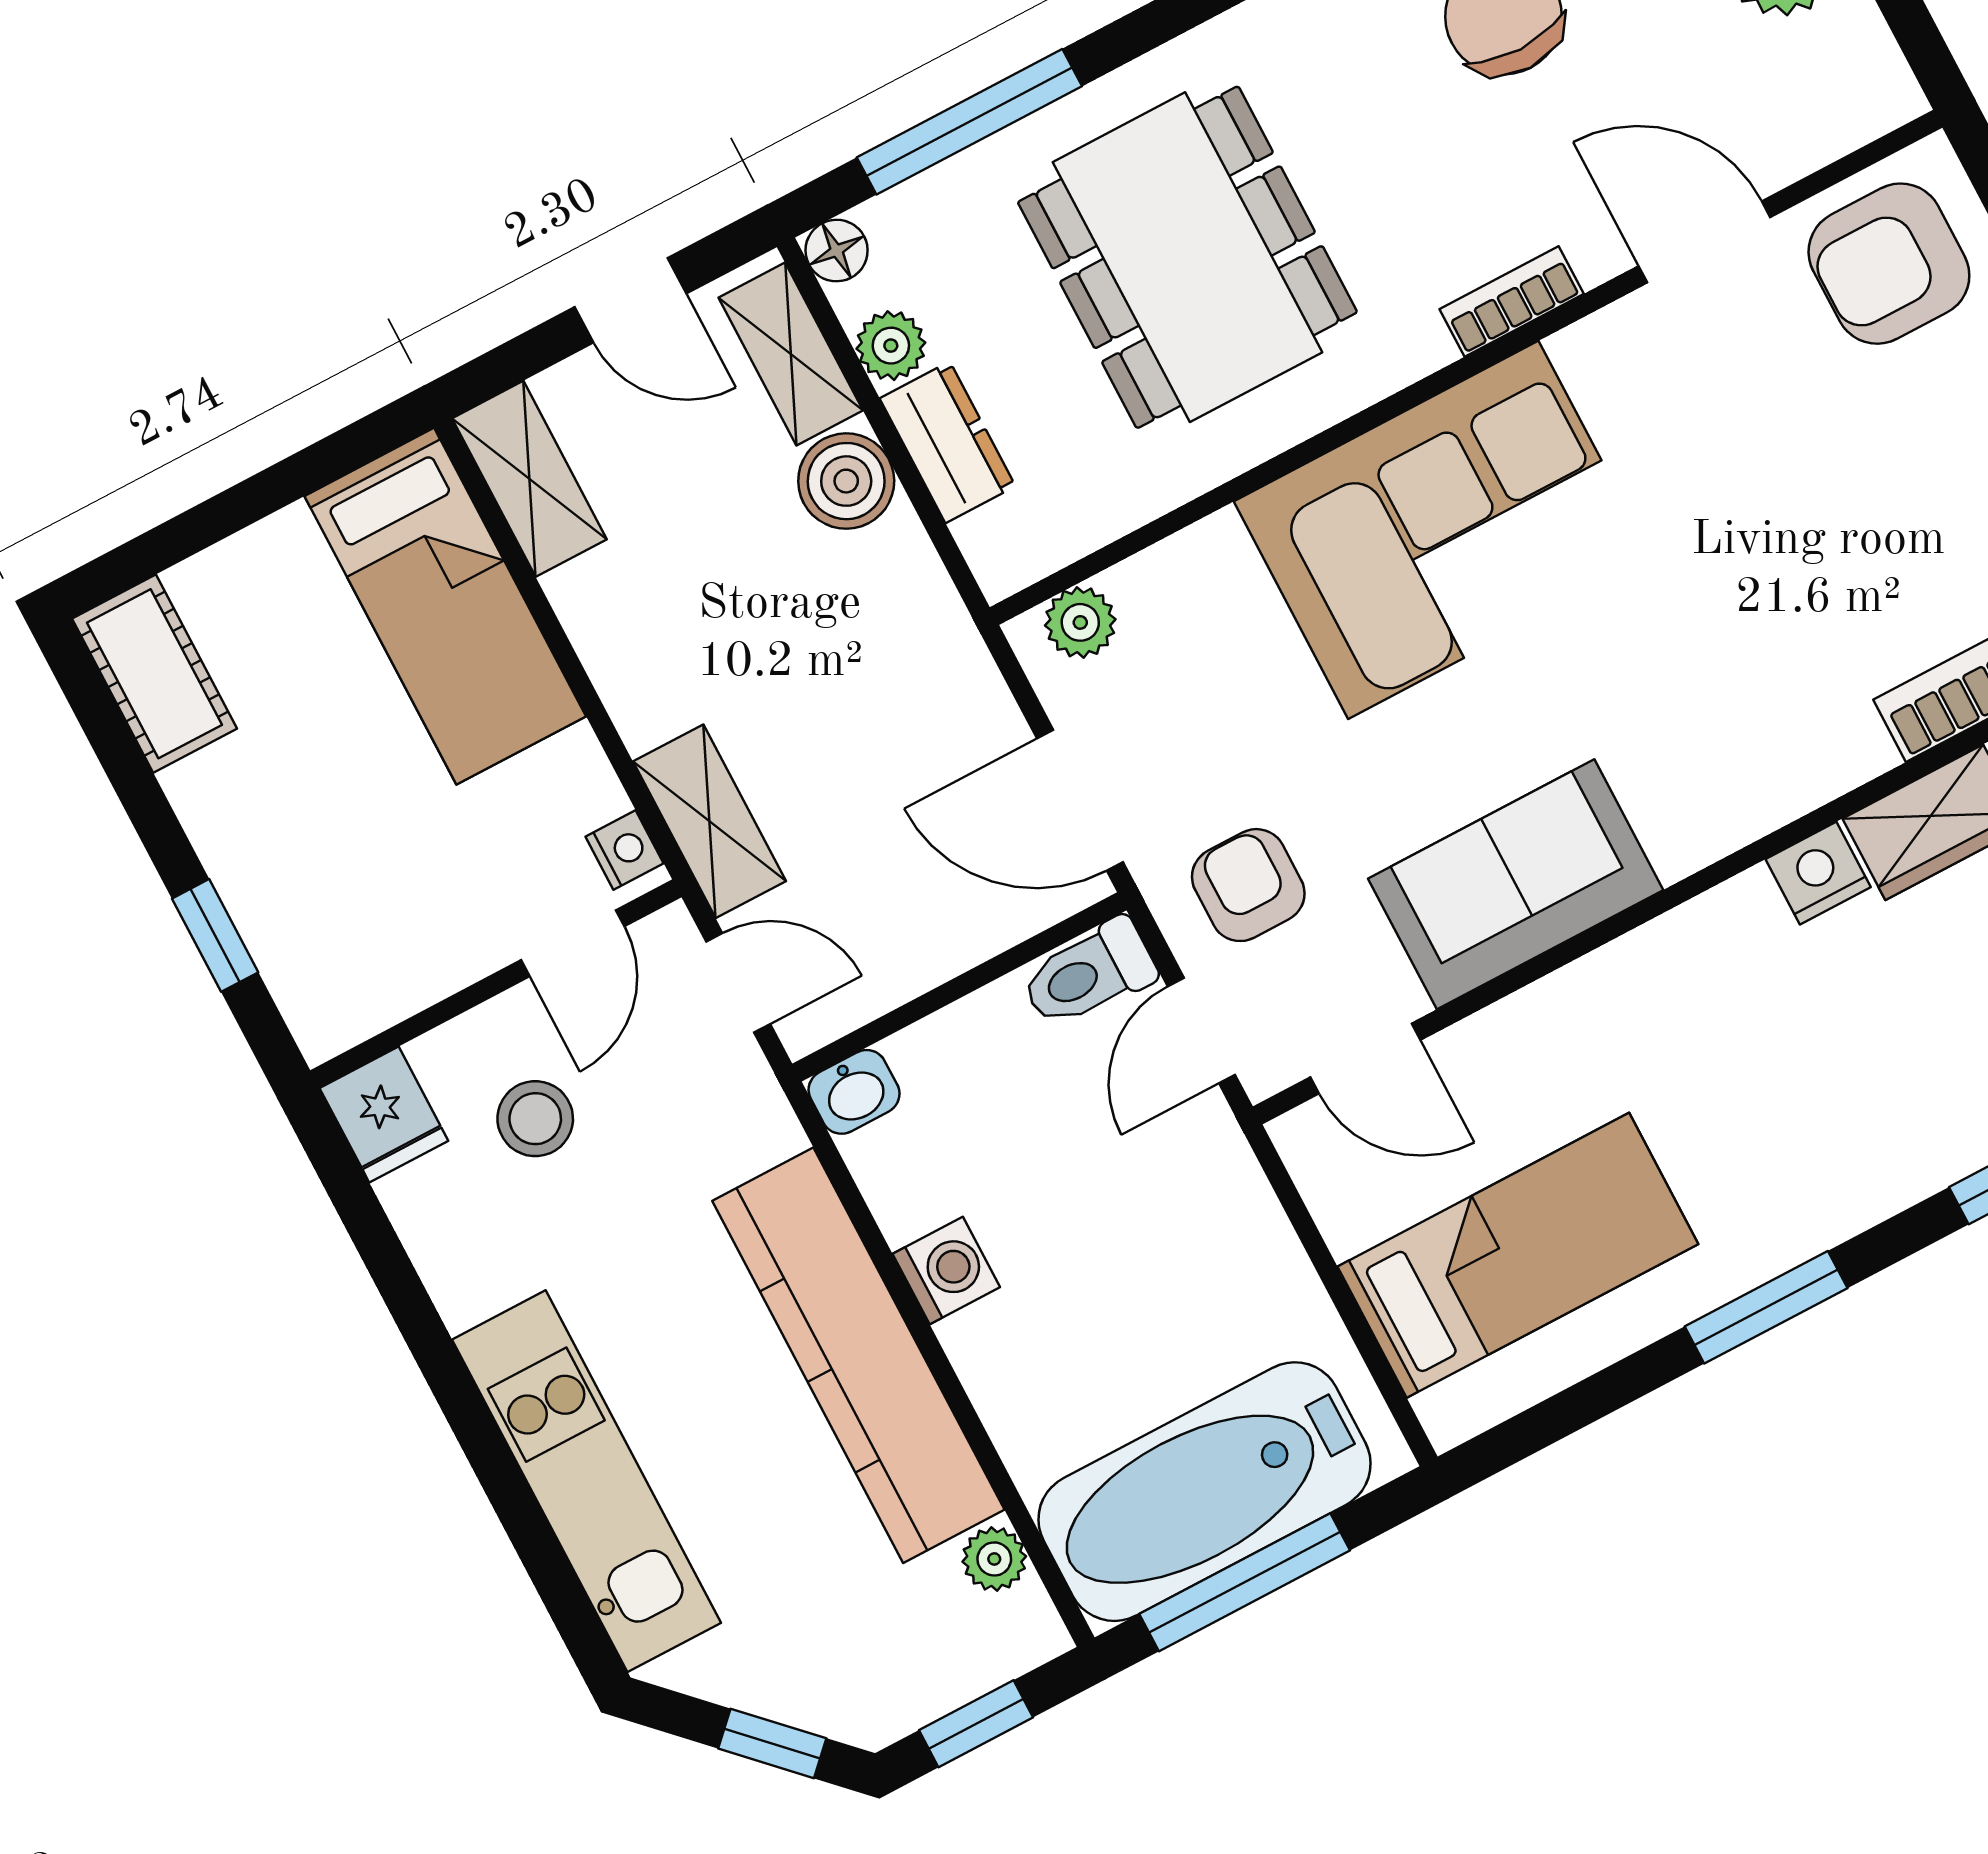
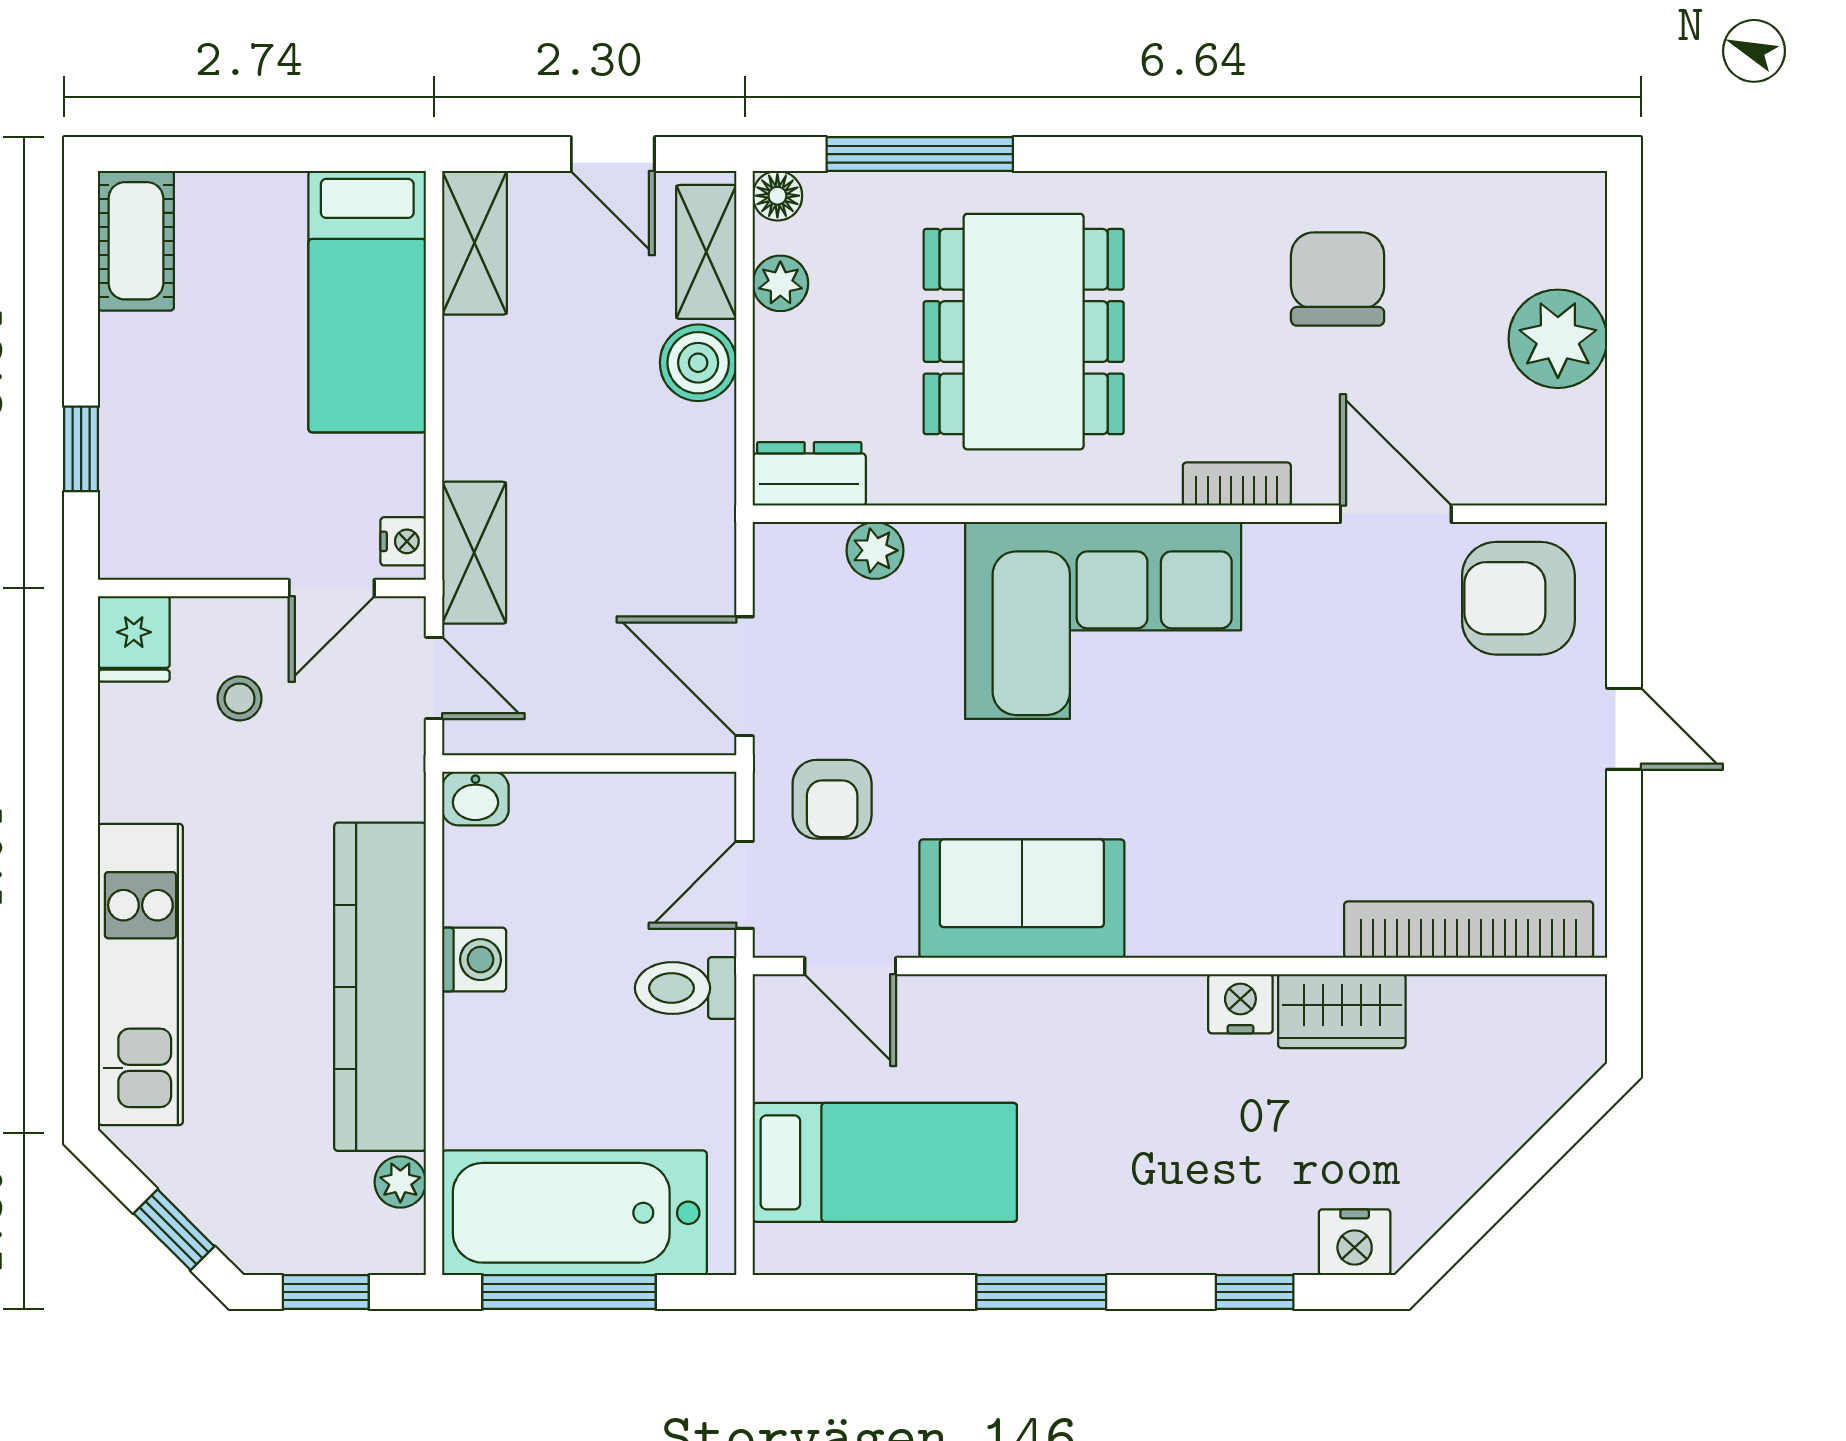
dresser: (948, 442) -> (809, 474), moved, turned -90
plant: (1080, 622) -> (875, 550), moved
armchair: (1248, 885) -> (832, 799), turned 180
toilet: (1088, 974) -> (686, 988), moved
stool: (535, 1119) -> (240, 698), width x0.73, depth x0.73

